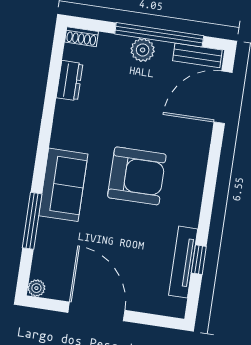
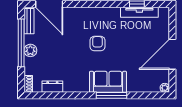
armchair: (137, 176) -> (98, 44), width x0.53, depth x0.53
window: (32, 221) -> (112, 95), moved

